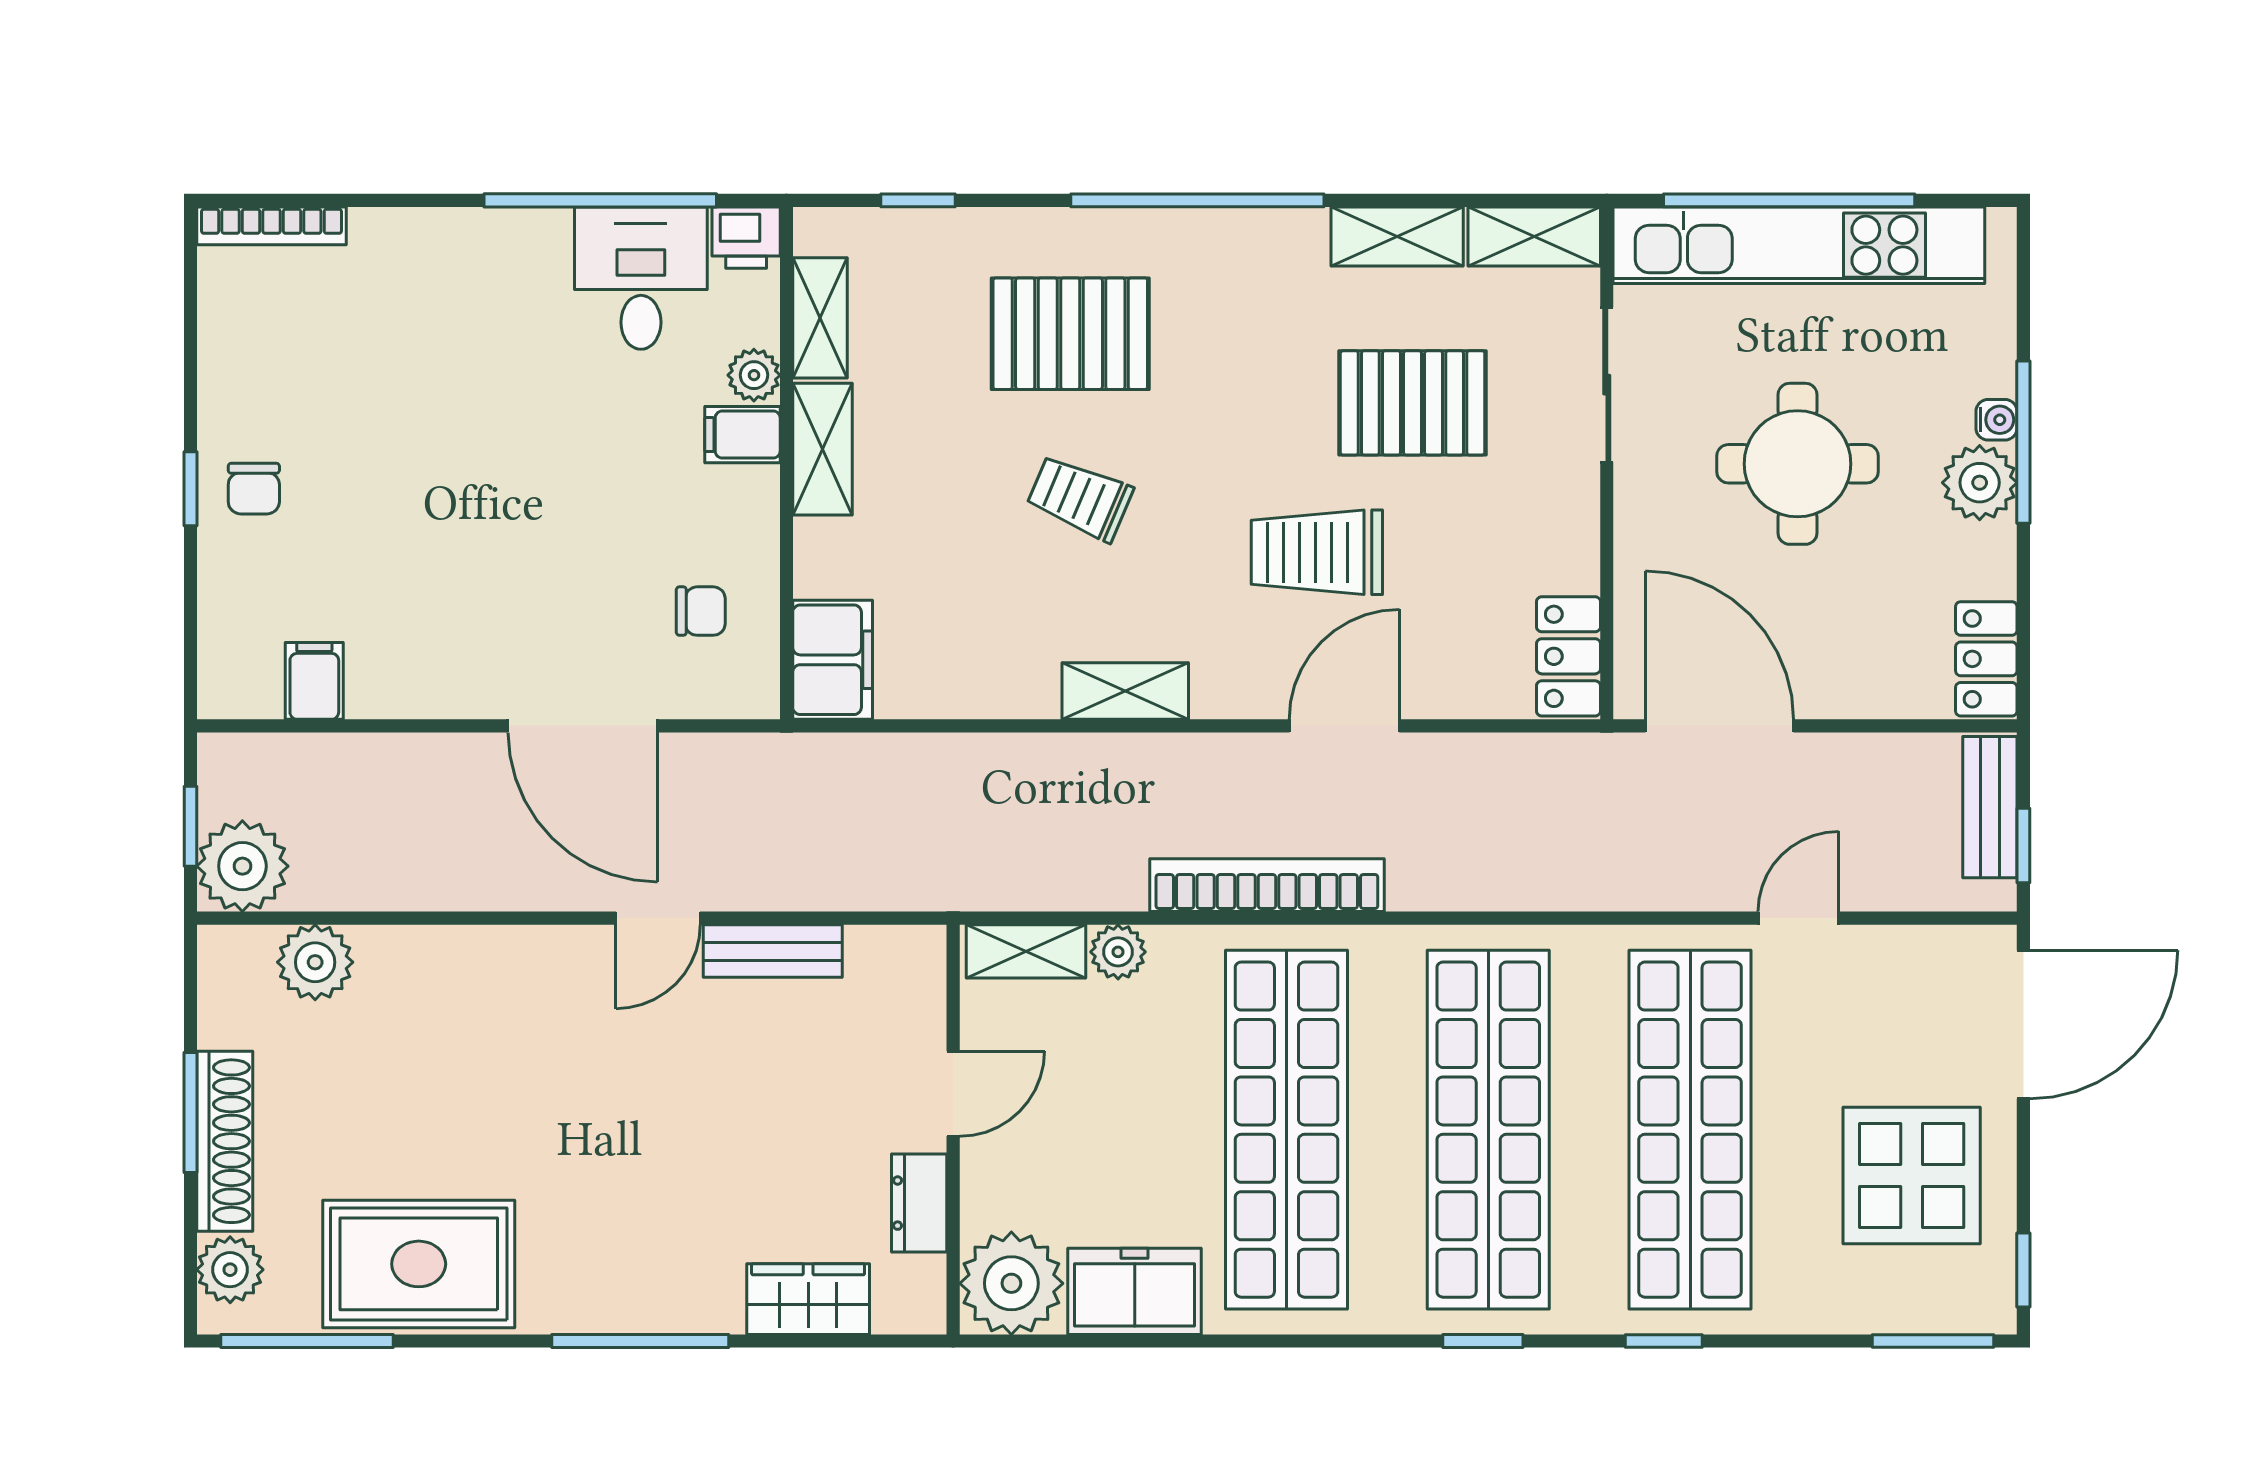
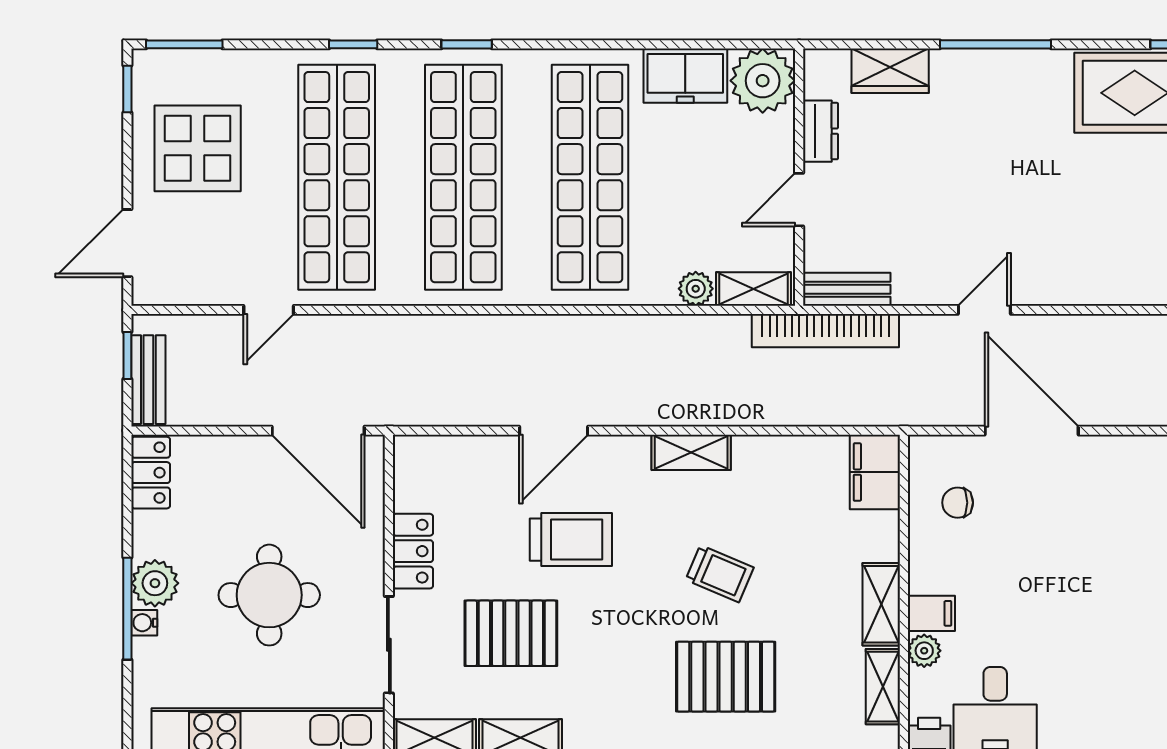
locker: (1568, 656) -> (413, 551), moved
bookcase: (1267, 885) -> (825, 331), moved
bench: (773, 951) -> (847, 289), moved
door: (2023, 1024) -> (127, 243), width x0.73

